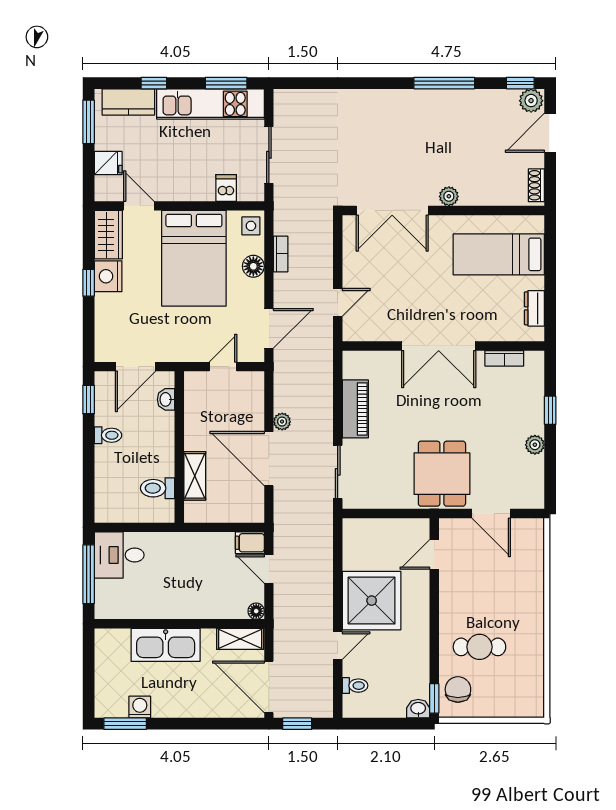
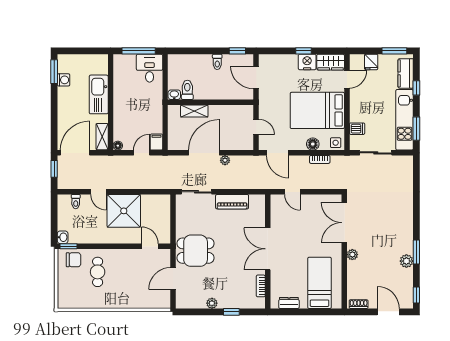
window: (444, 83) -> (416, 252), width x0.69
plant: (531, 101) -> (406, 261), moved
washbasin: (166, 399) -> (174, 95), moved

